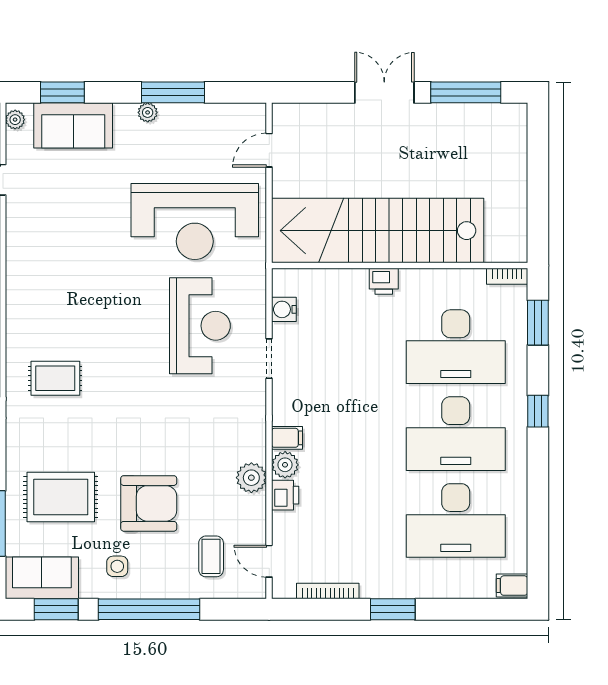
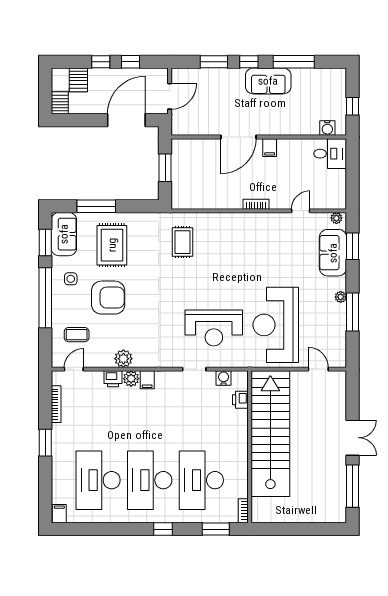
printer: (384, 281) -> (240, 400), moved
armchair: (149, 503) -> (108, 298), turned -90

